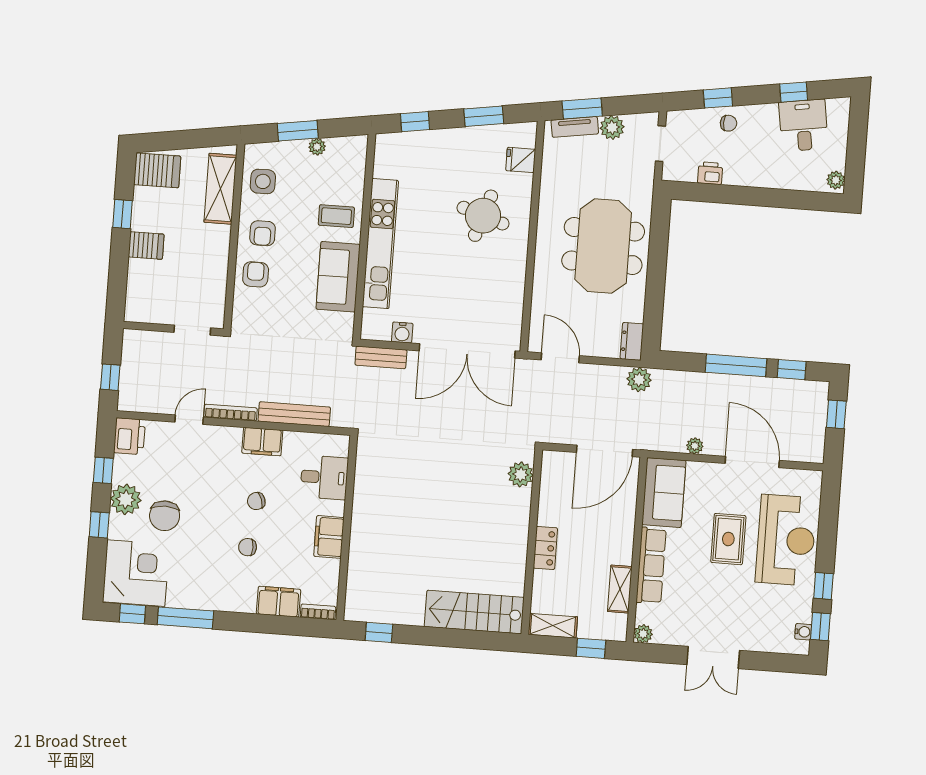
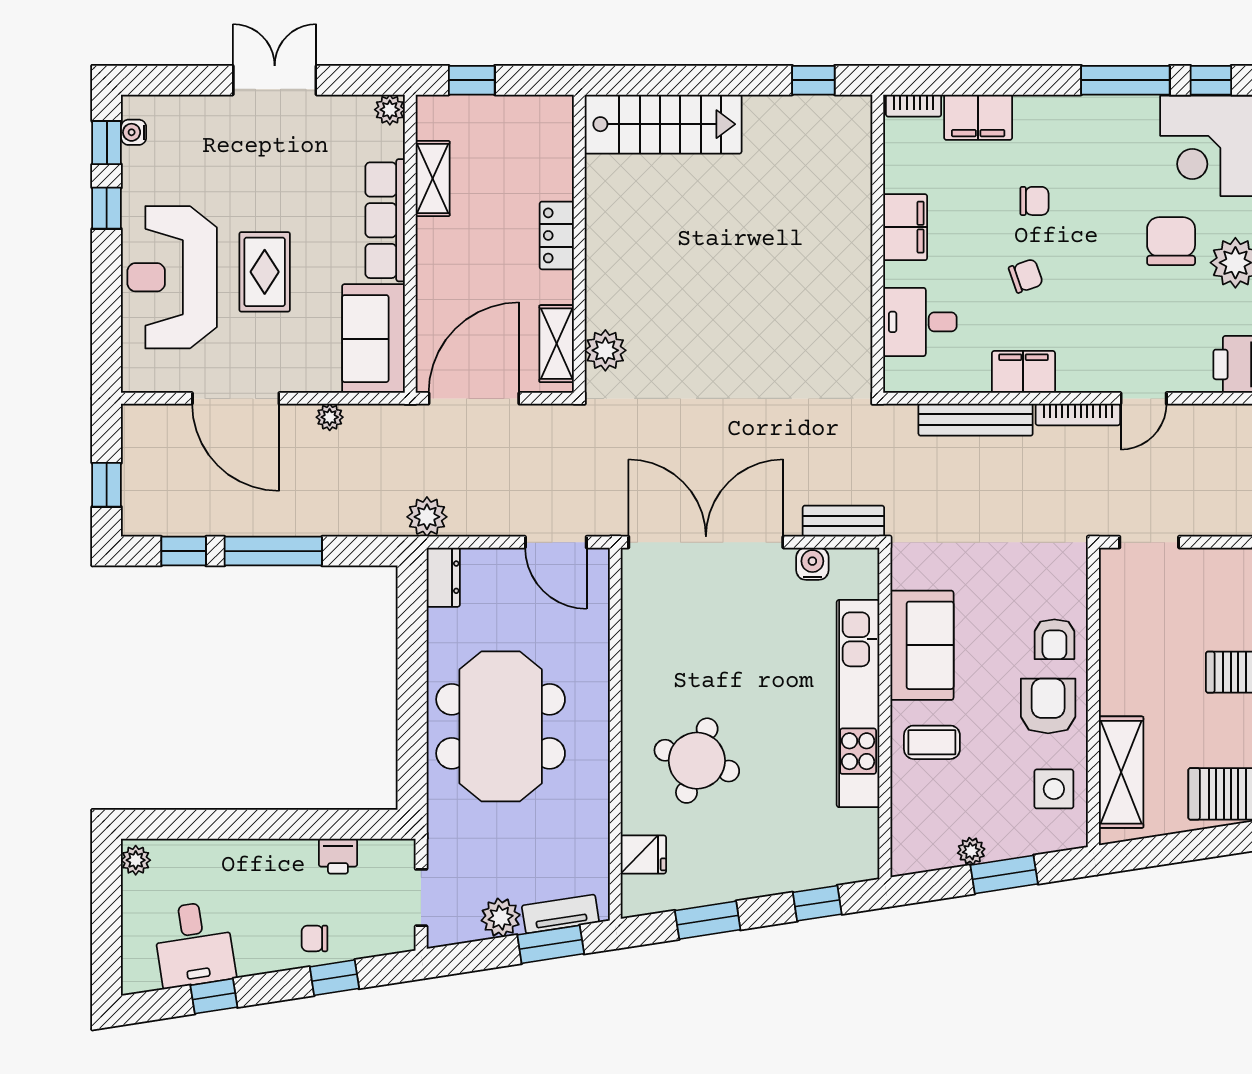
armchair: (263, 233) -> (1048, 706), width x1.38, depth x1.38
shelving: (553, 626) -> (557, 344), moved, turned 90

